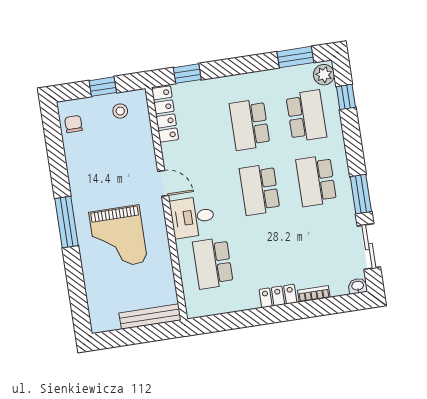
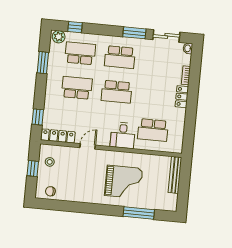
window: (295, 57) -> (43, 63), moved
school desk: (250, 124) -> (77, 88), turned 180
door: (163, 183) -> (88, 146), moved
window: (66, 222) -> (139, 213), moved

